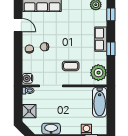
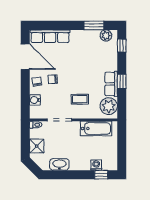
door: (18, 25) -> (25, 57), width x1.87
row of seats: (101, 39) -> (111, 84), moved
water cooler: (27, 78) -> (35, 100), moved
bathtub: (100, 102) -> (96, 129), moved, turned -90

